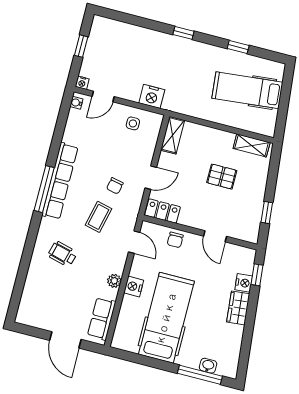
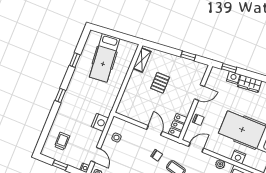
trolley: (117, 44) -> (62, 141), added
shelving: (173, 135) -> (128, 112), removed
nightstand: (134, 286) -> (238, 157), moved

